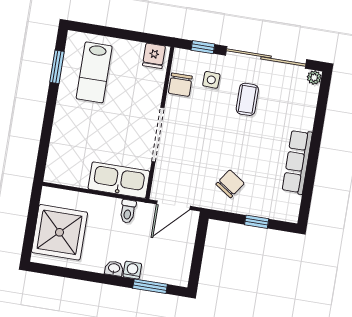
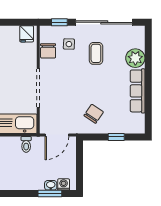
plant: (314, 77) -> (135, 58), moved, width x1.88, depth x1.88
washbasin: (114, 268) -> (51, 185), moved
washing machine: (132, 270) -> (64, 184), moved

